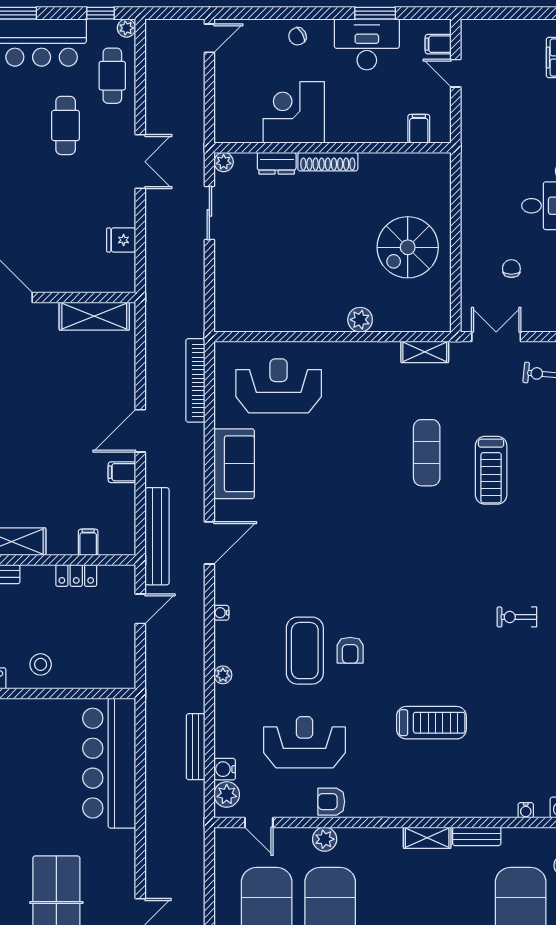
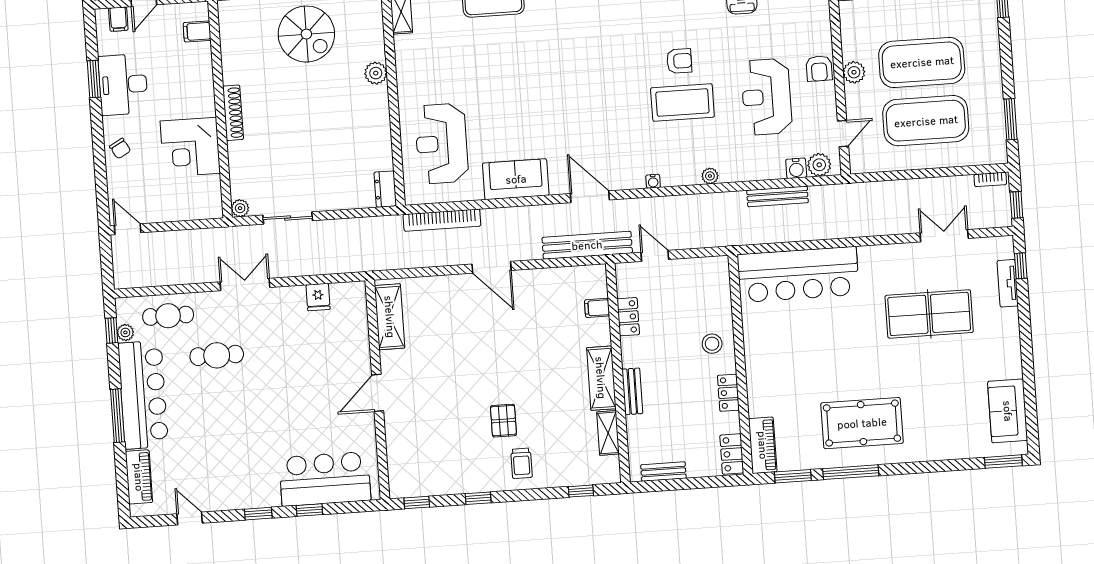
plant: (127, 28) -> (125, 332), moved
dresser: (277, 163) -> (385, 189), moved, turned 180
filing cabinet: (122, 472) -> (531, 281), removed

